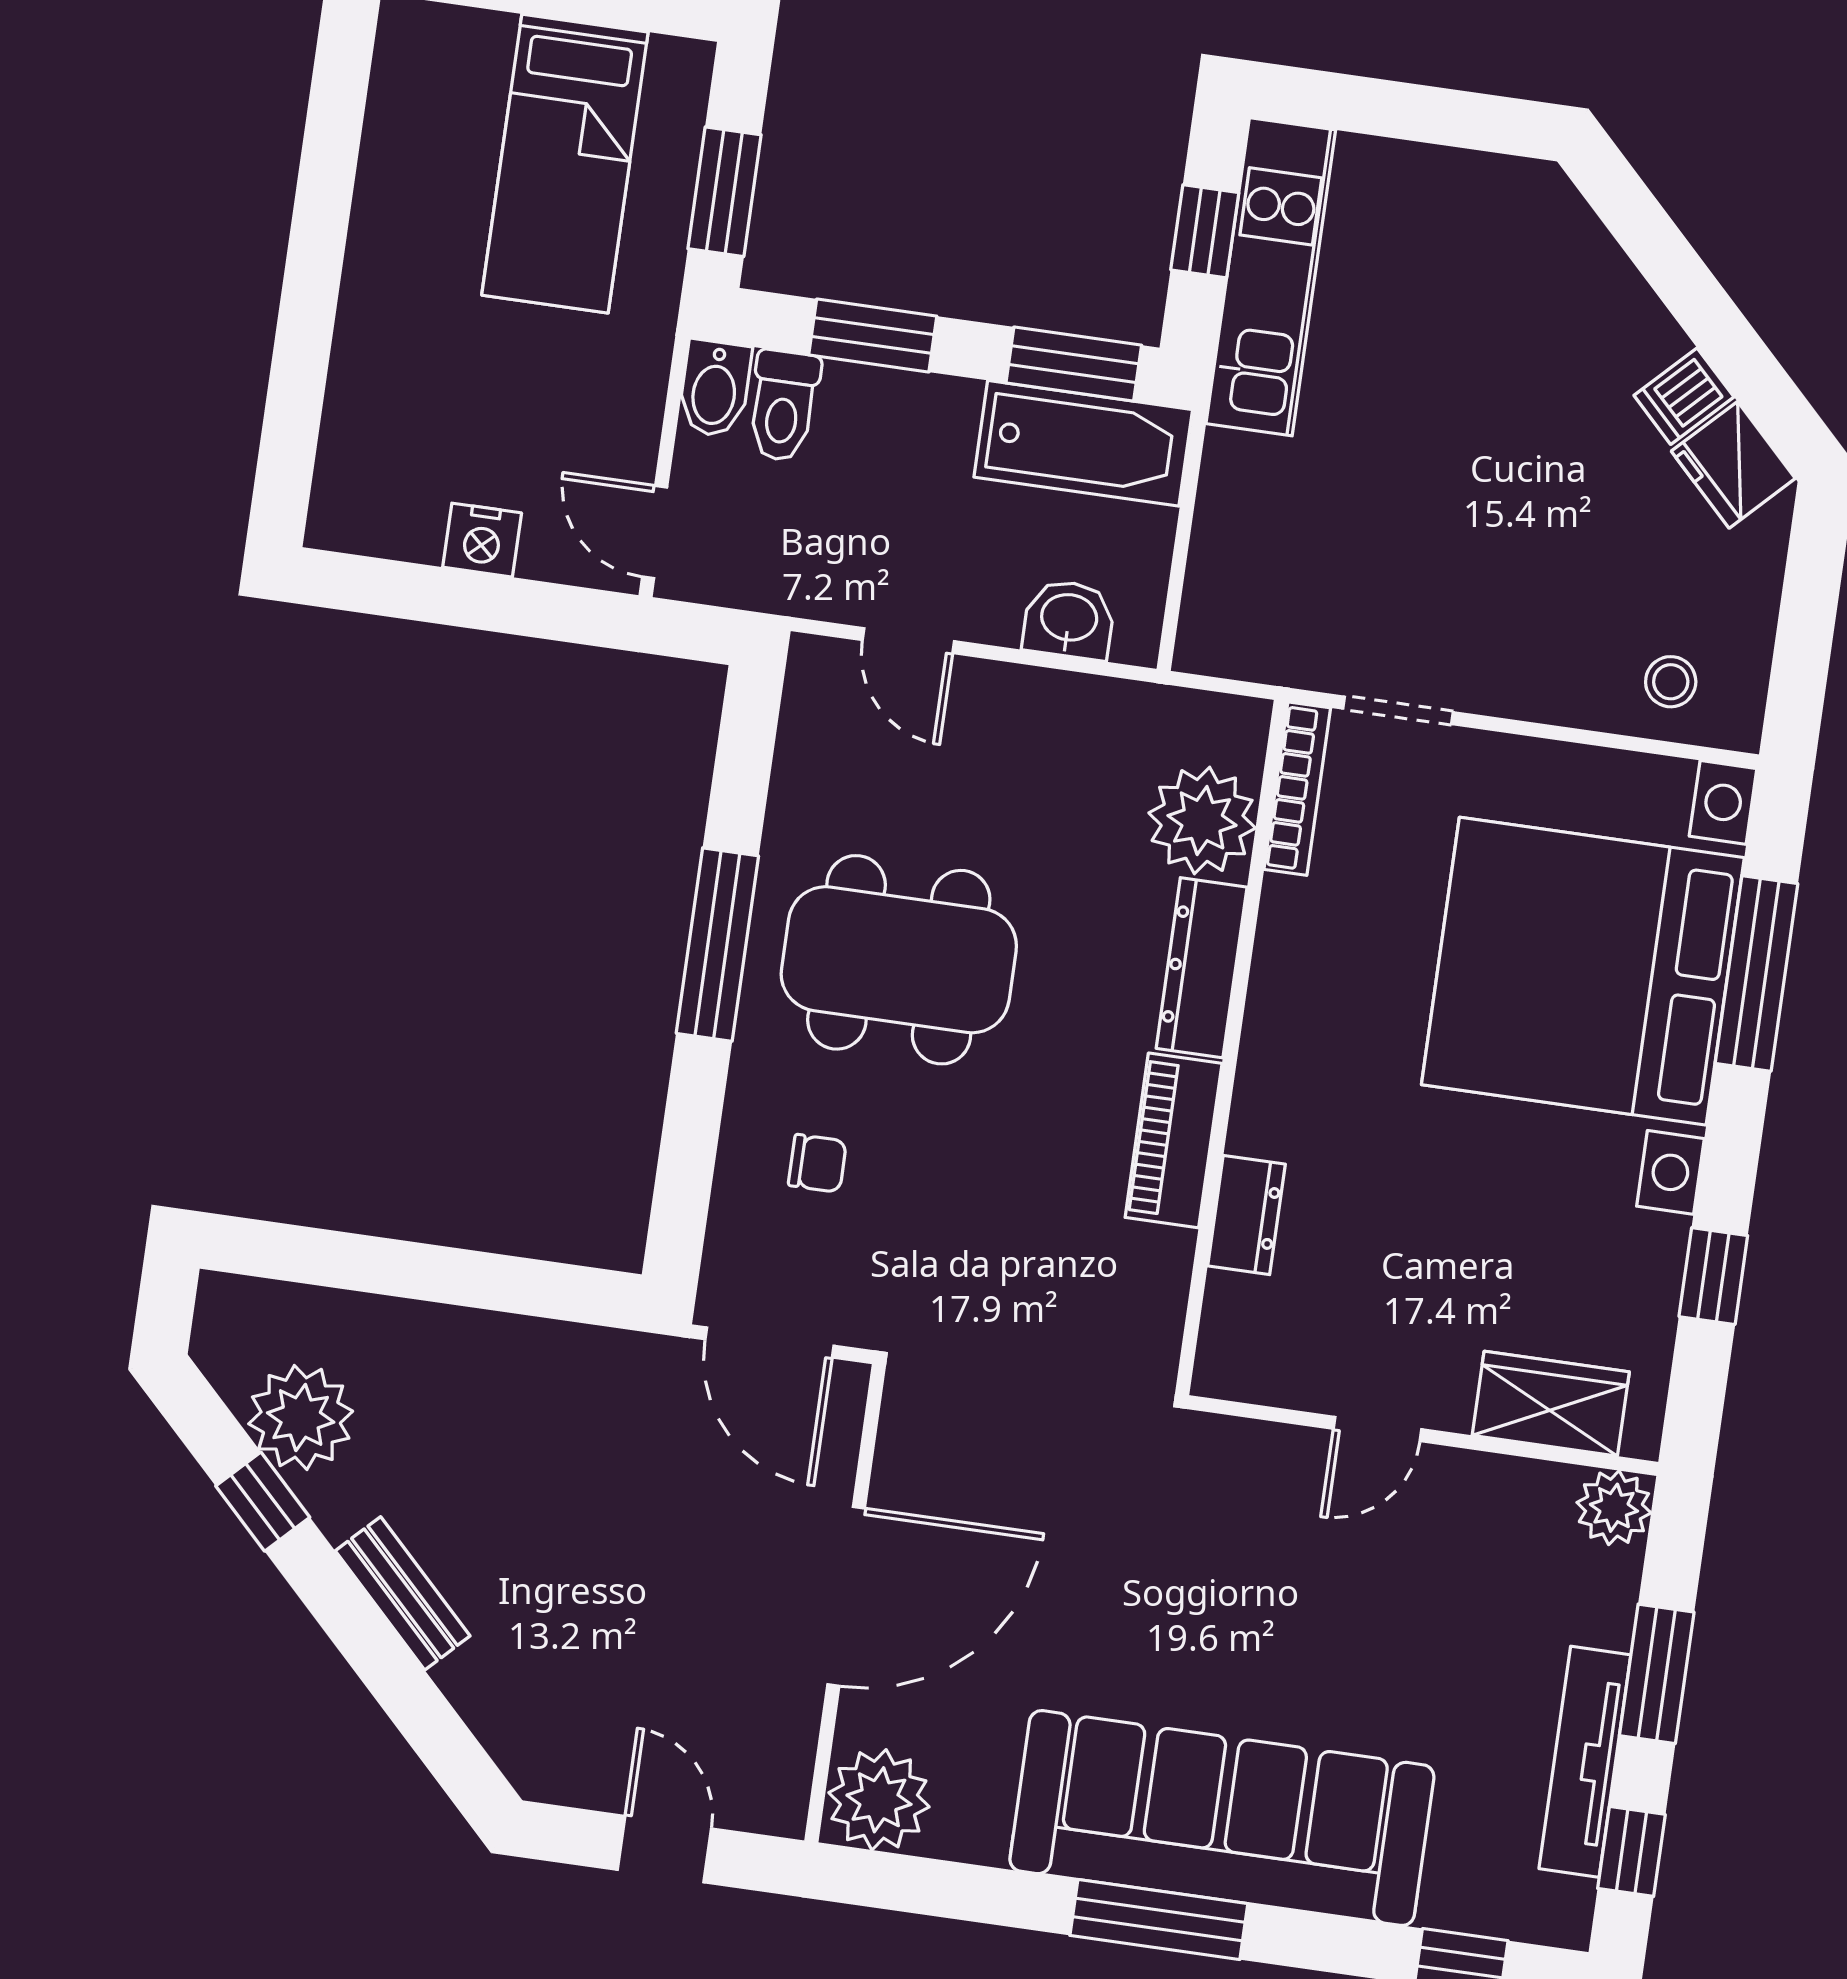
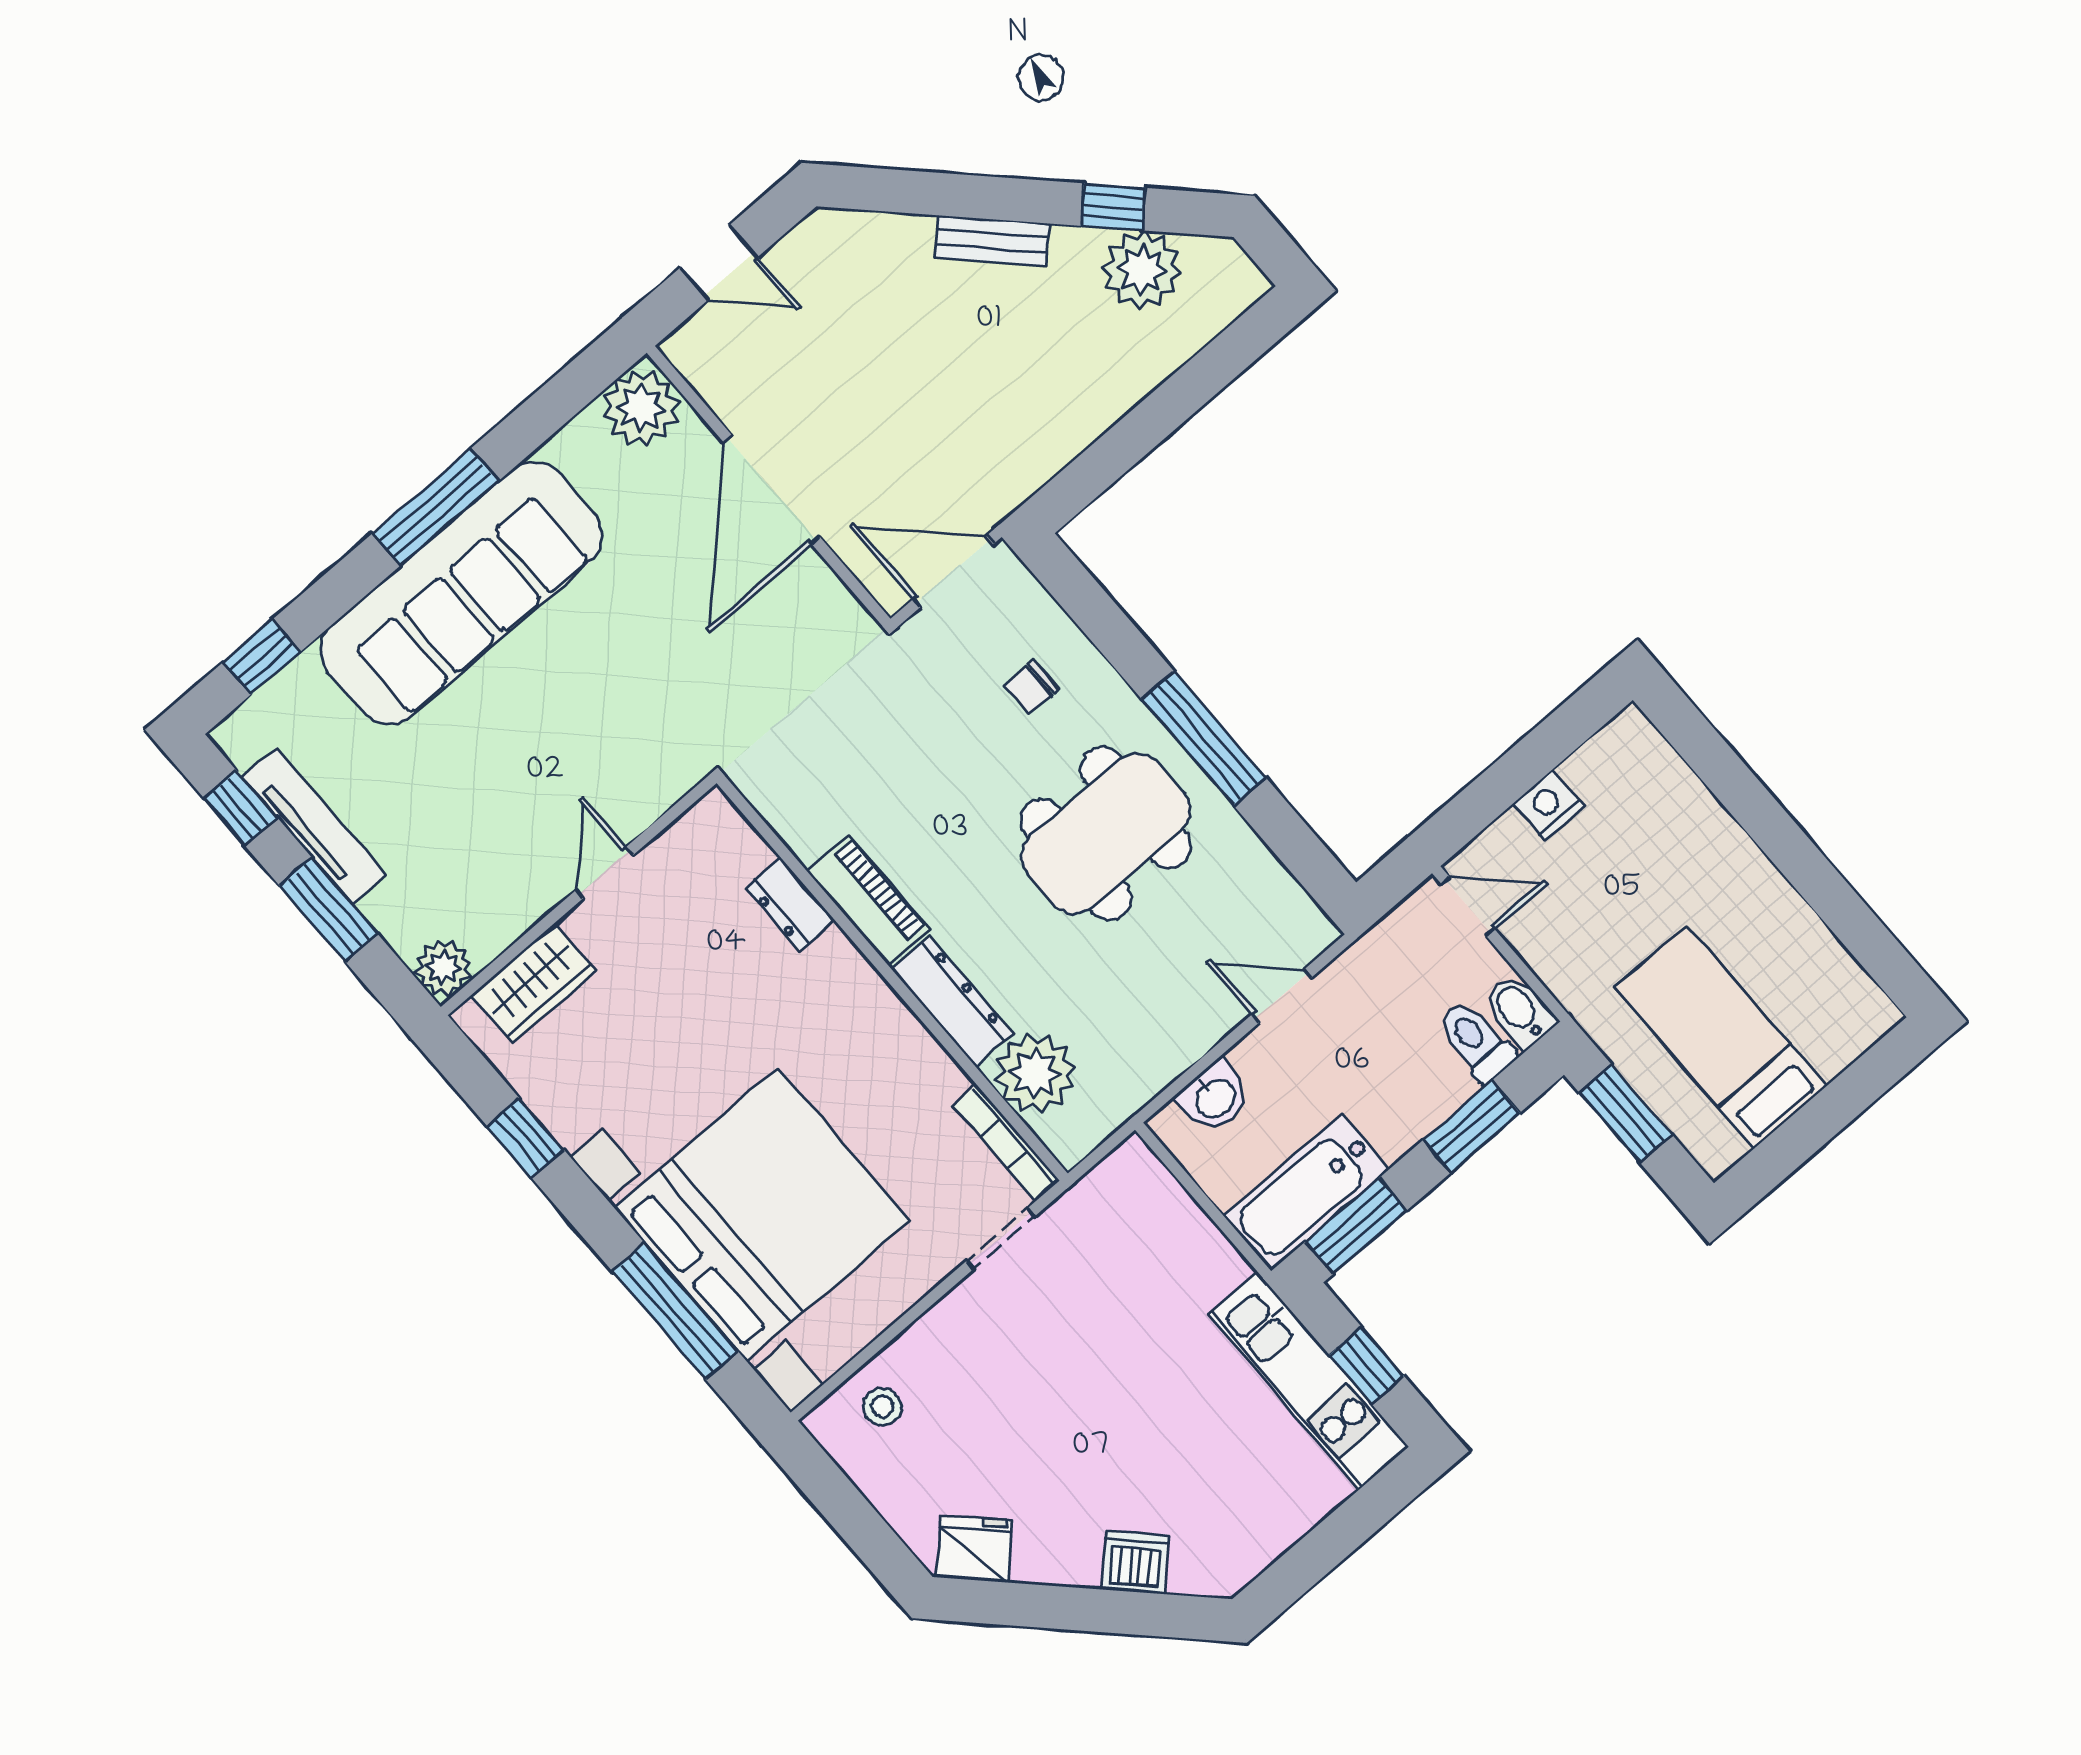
dishwasher: (1684, 396) -> (1135, 1562), moved, width x1.38

